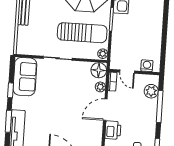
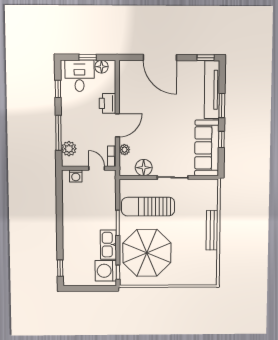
plant: (103, 54) -> (124, 186), removed
floor lamp: (99, 70) -> (144, 168), moved
sofa: (25, 77) -> (207, 148), width x1.36

